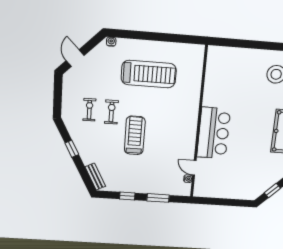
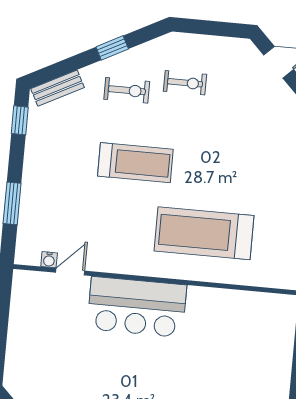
treadmill: (149, 74) -> (204, 233), moved, turned 90
exercise bike: (111, 112) -> (127, 90), moved
window: (127, 196) -> (20, 120), moved

